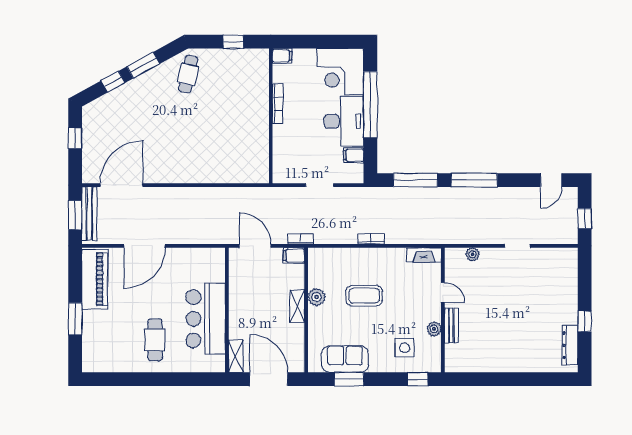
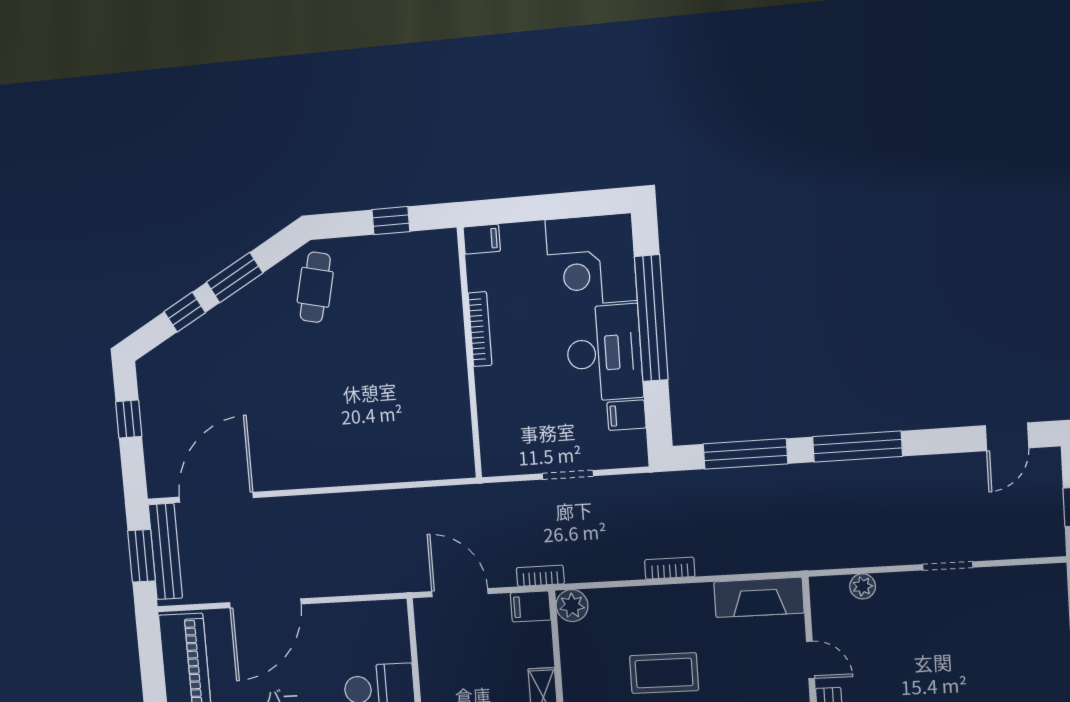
fireplace: (424, 255) -> (759, 597), width x1.37, depth x1.32
plant: (317, 297) -> (572, 606), moved

